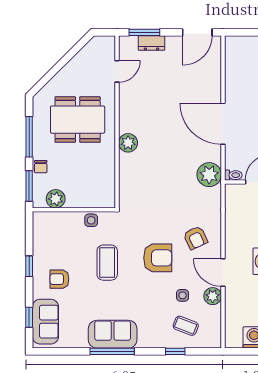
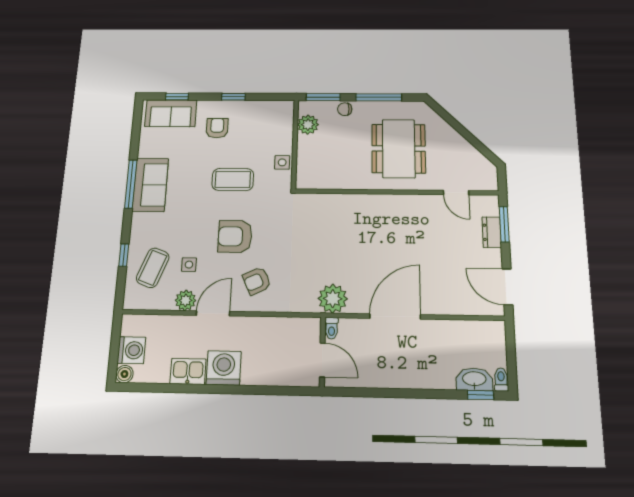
plant: (128, 143) -> (372, 204), removed
armchair: (158, 258) -> (235, 236), turned 90
coffee table: (186, 326) -> (153, 268), width x1.36, depth x1.30

